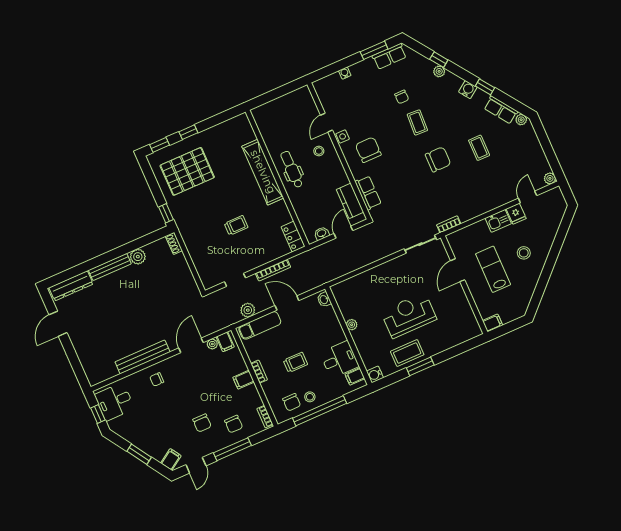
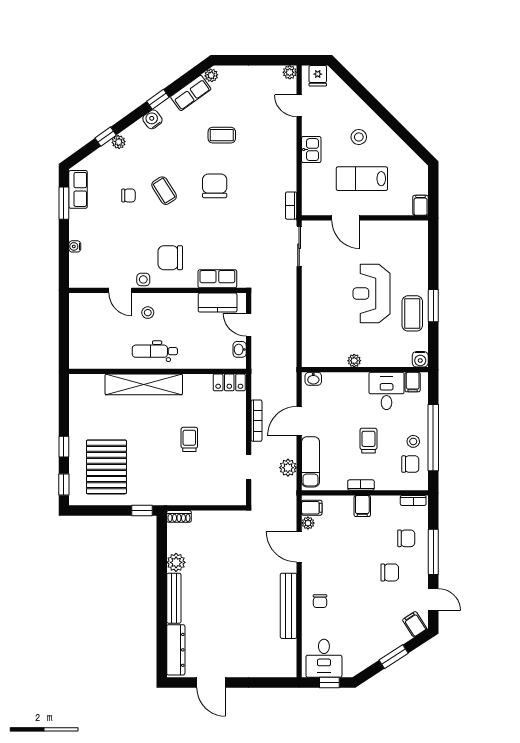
coffee table: (417, 122) -> (164, 191), turned 55
fridge: (516, 214) -> (318, 76), moved, turned 90

